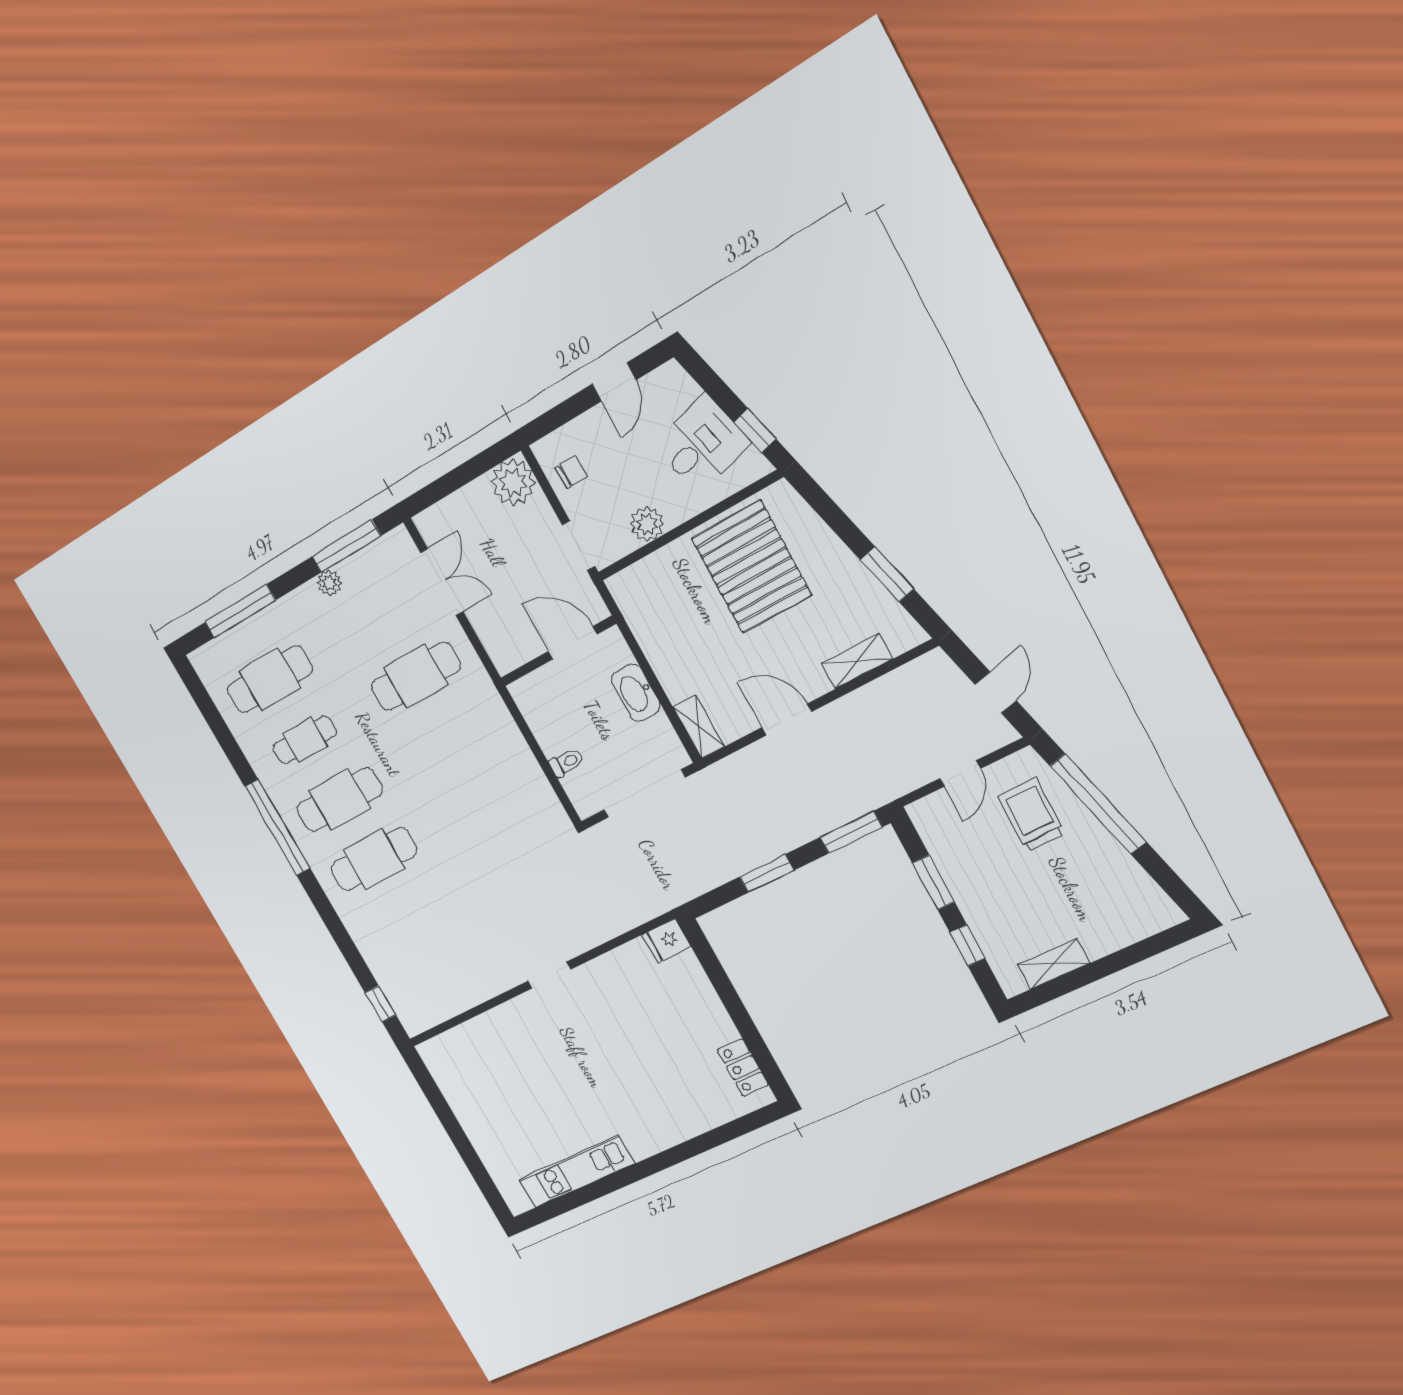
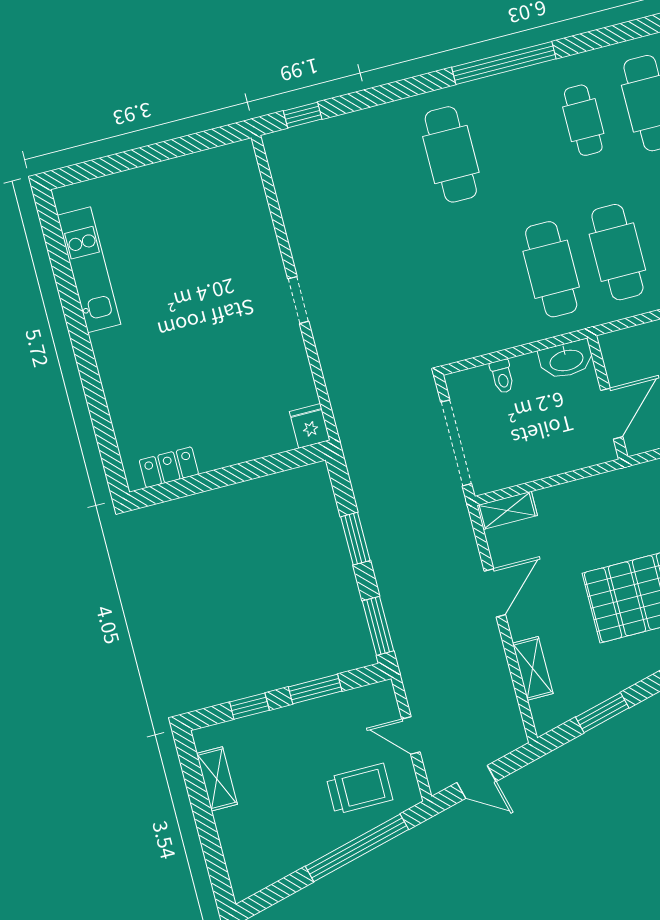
washbasin: (636, 693) -> (566, 360), moved, turned 180
cafe table: (339, 800) -> (551, 269), moved

